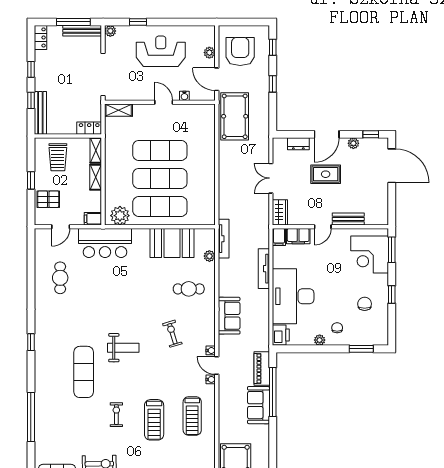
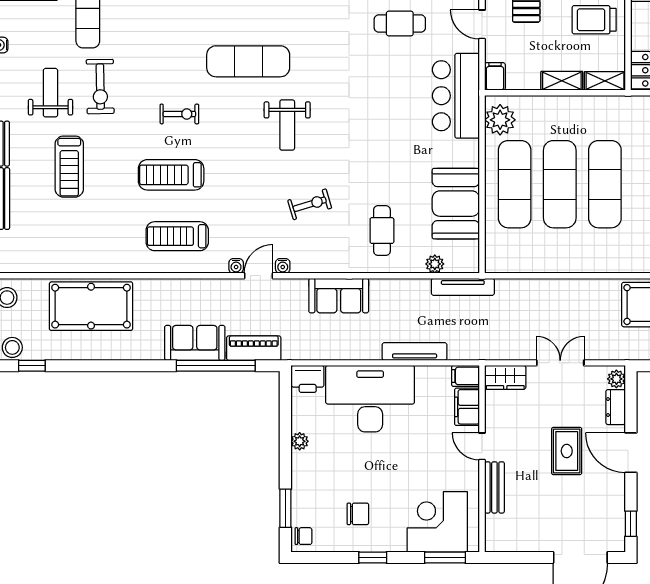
plant: (353, 143) -> (616, 379), moved
chair: (337, 328) -> (303, 536), moved

